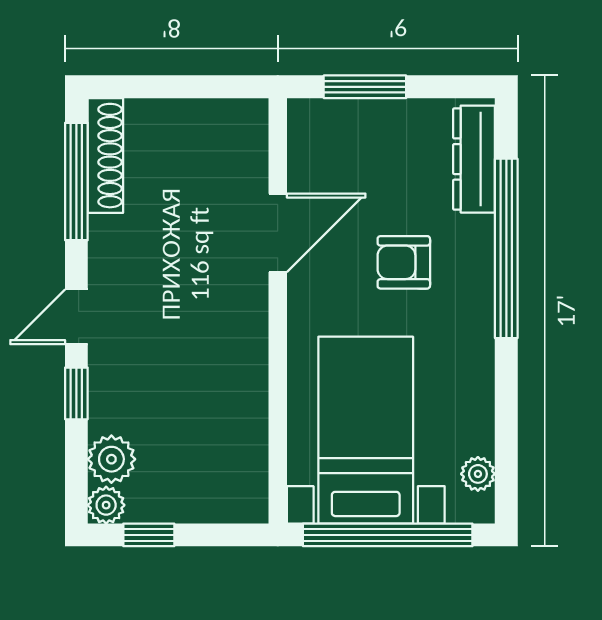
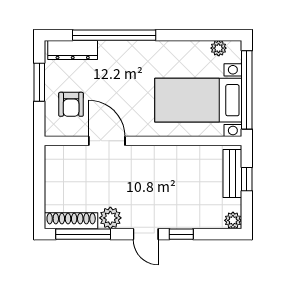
window: (365, 87) -> (39, 82), moved
armchair: (404, 262) -> (71, 104), moved
plant: (111, 459) -> (110, 218), moved
bench: (207, 504) -> (232, 173), added
window: (149, 535) -> (247, 179), moved

